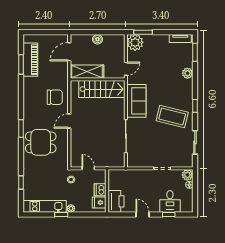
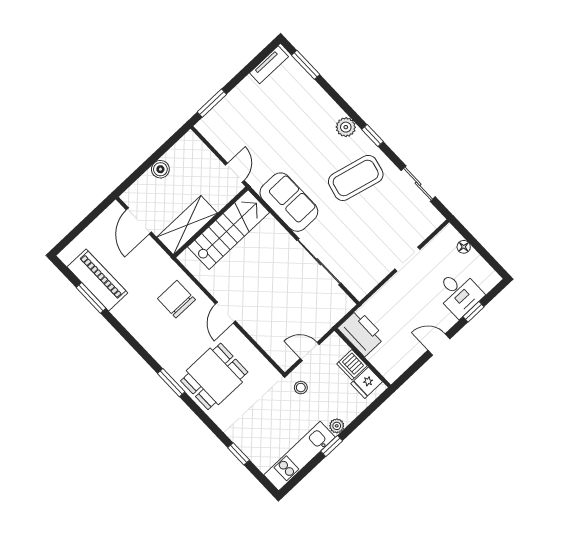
plant: (135, 42) -> (214, 127), removed
plant: (187, 73) -> (346, 127), moved
chair: (55, 97) -> (176, 299), turned -90
plant: (187, 175) -> (449, 236), removed
printer: (116, 201) -> (361, 333), moved

